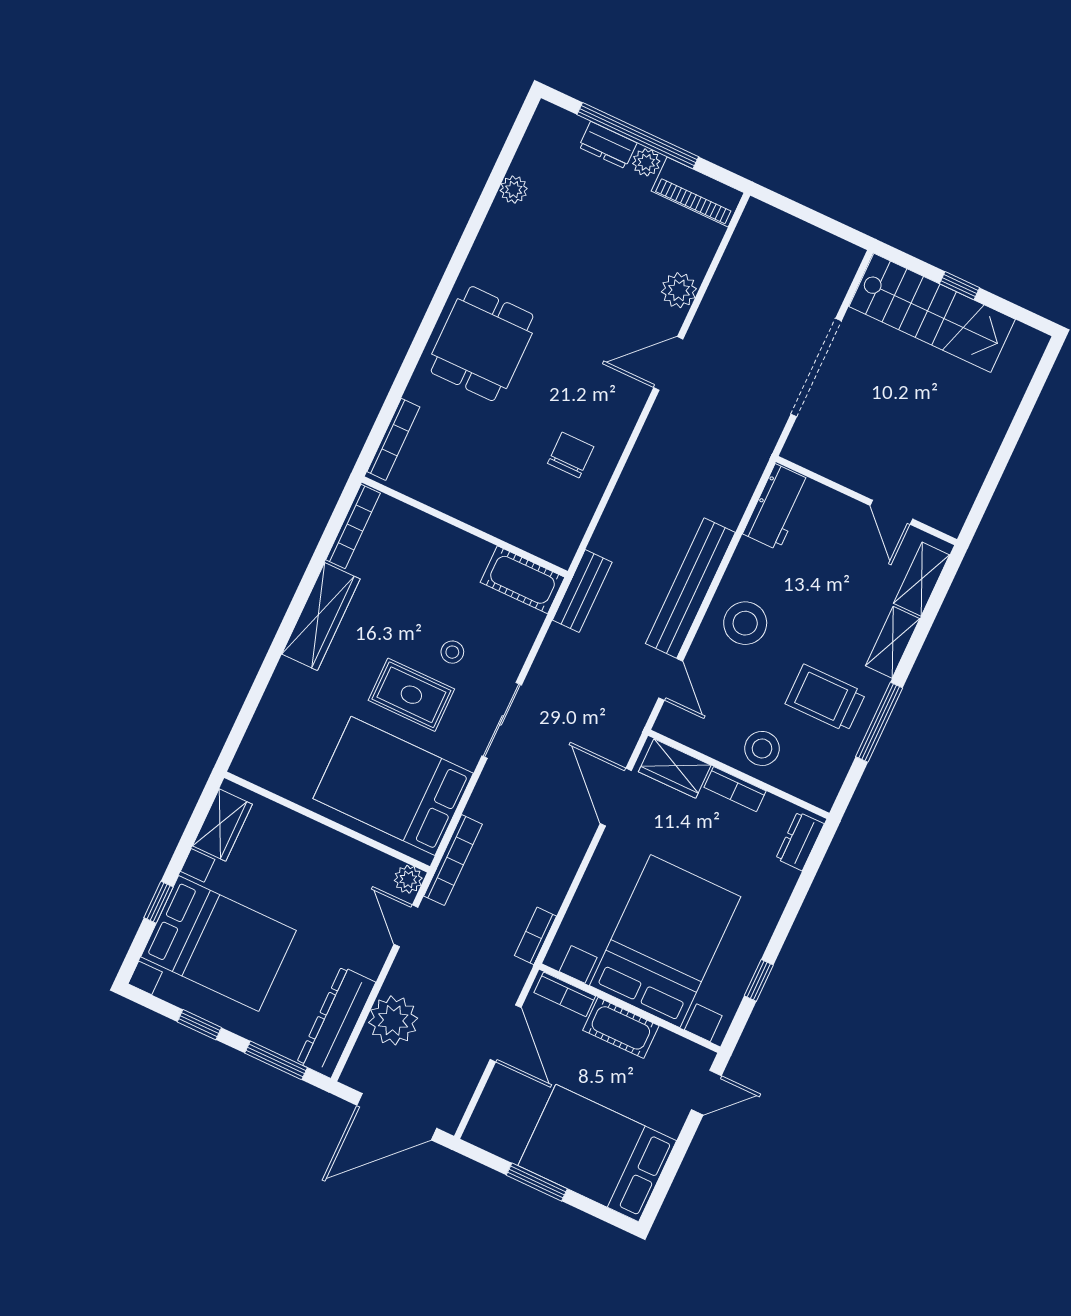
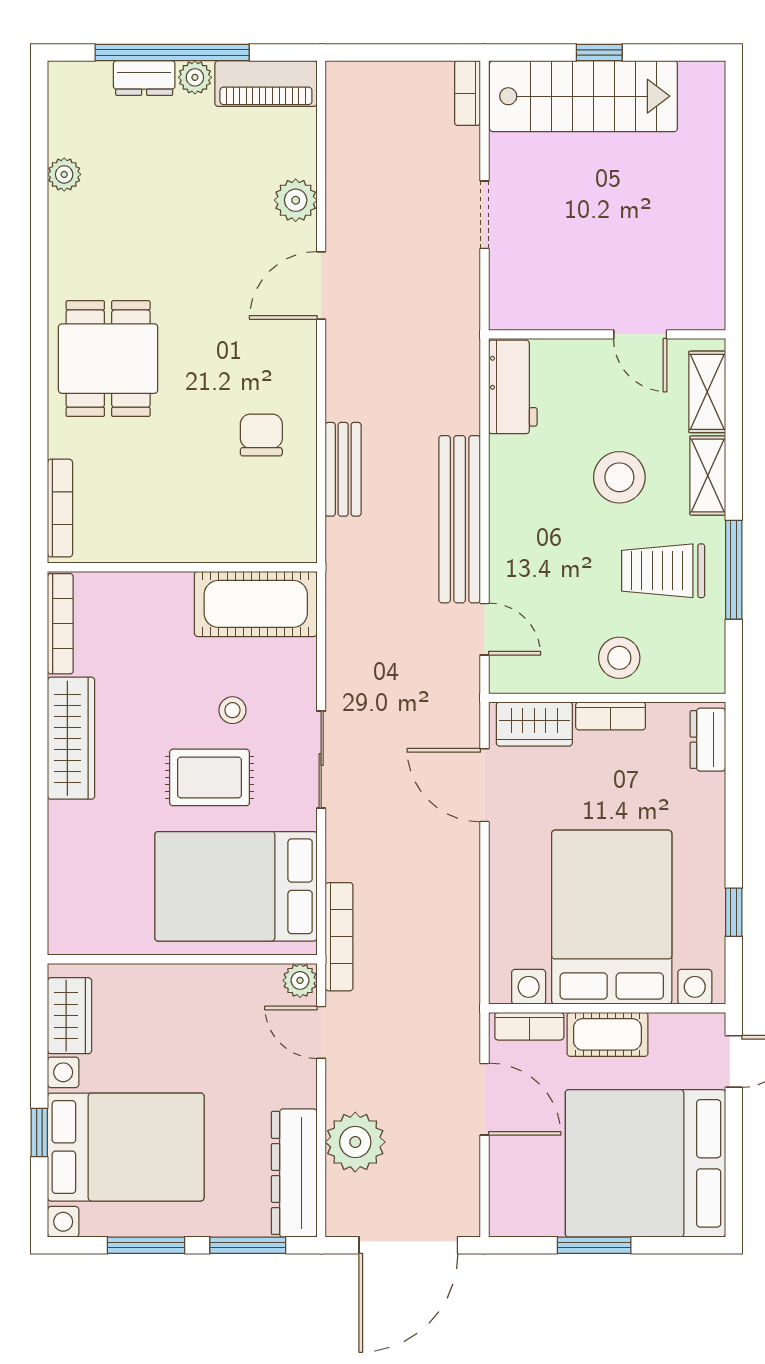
doorway: (816, 368) -> (485, 215), width x0.53
cot: (522, 580) -> (256, 604), width x1.37, depth x1.34
bench: (582, 591) -> (343, 469), moved
stool: (745, 623) -> (619, 477), moved
bookcase: (535, 936) -> (467, 93), moved
window: (199, 1025) -> (146, 1245), width x1.50
bed: (597, 1153) -> (645, 1163), width x1.36

